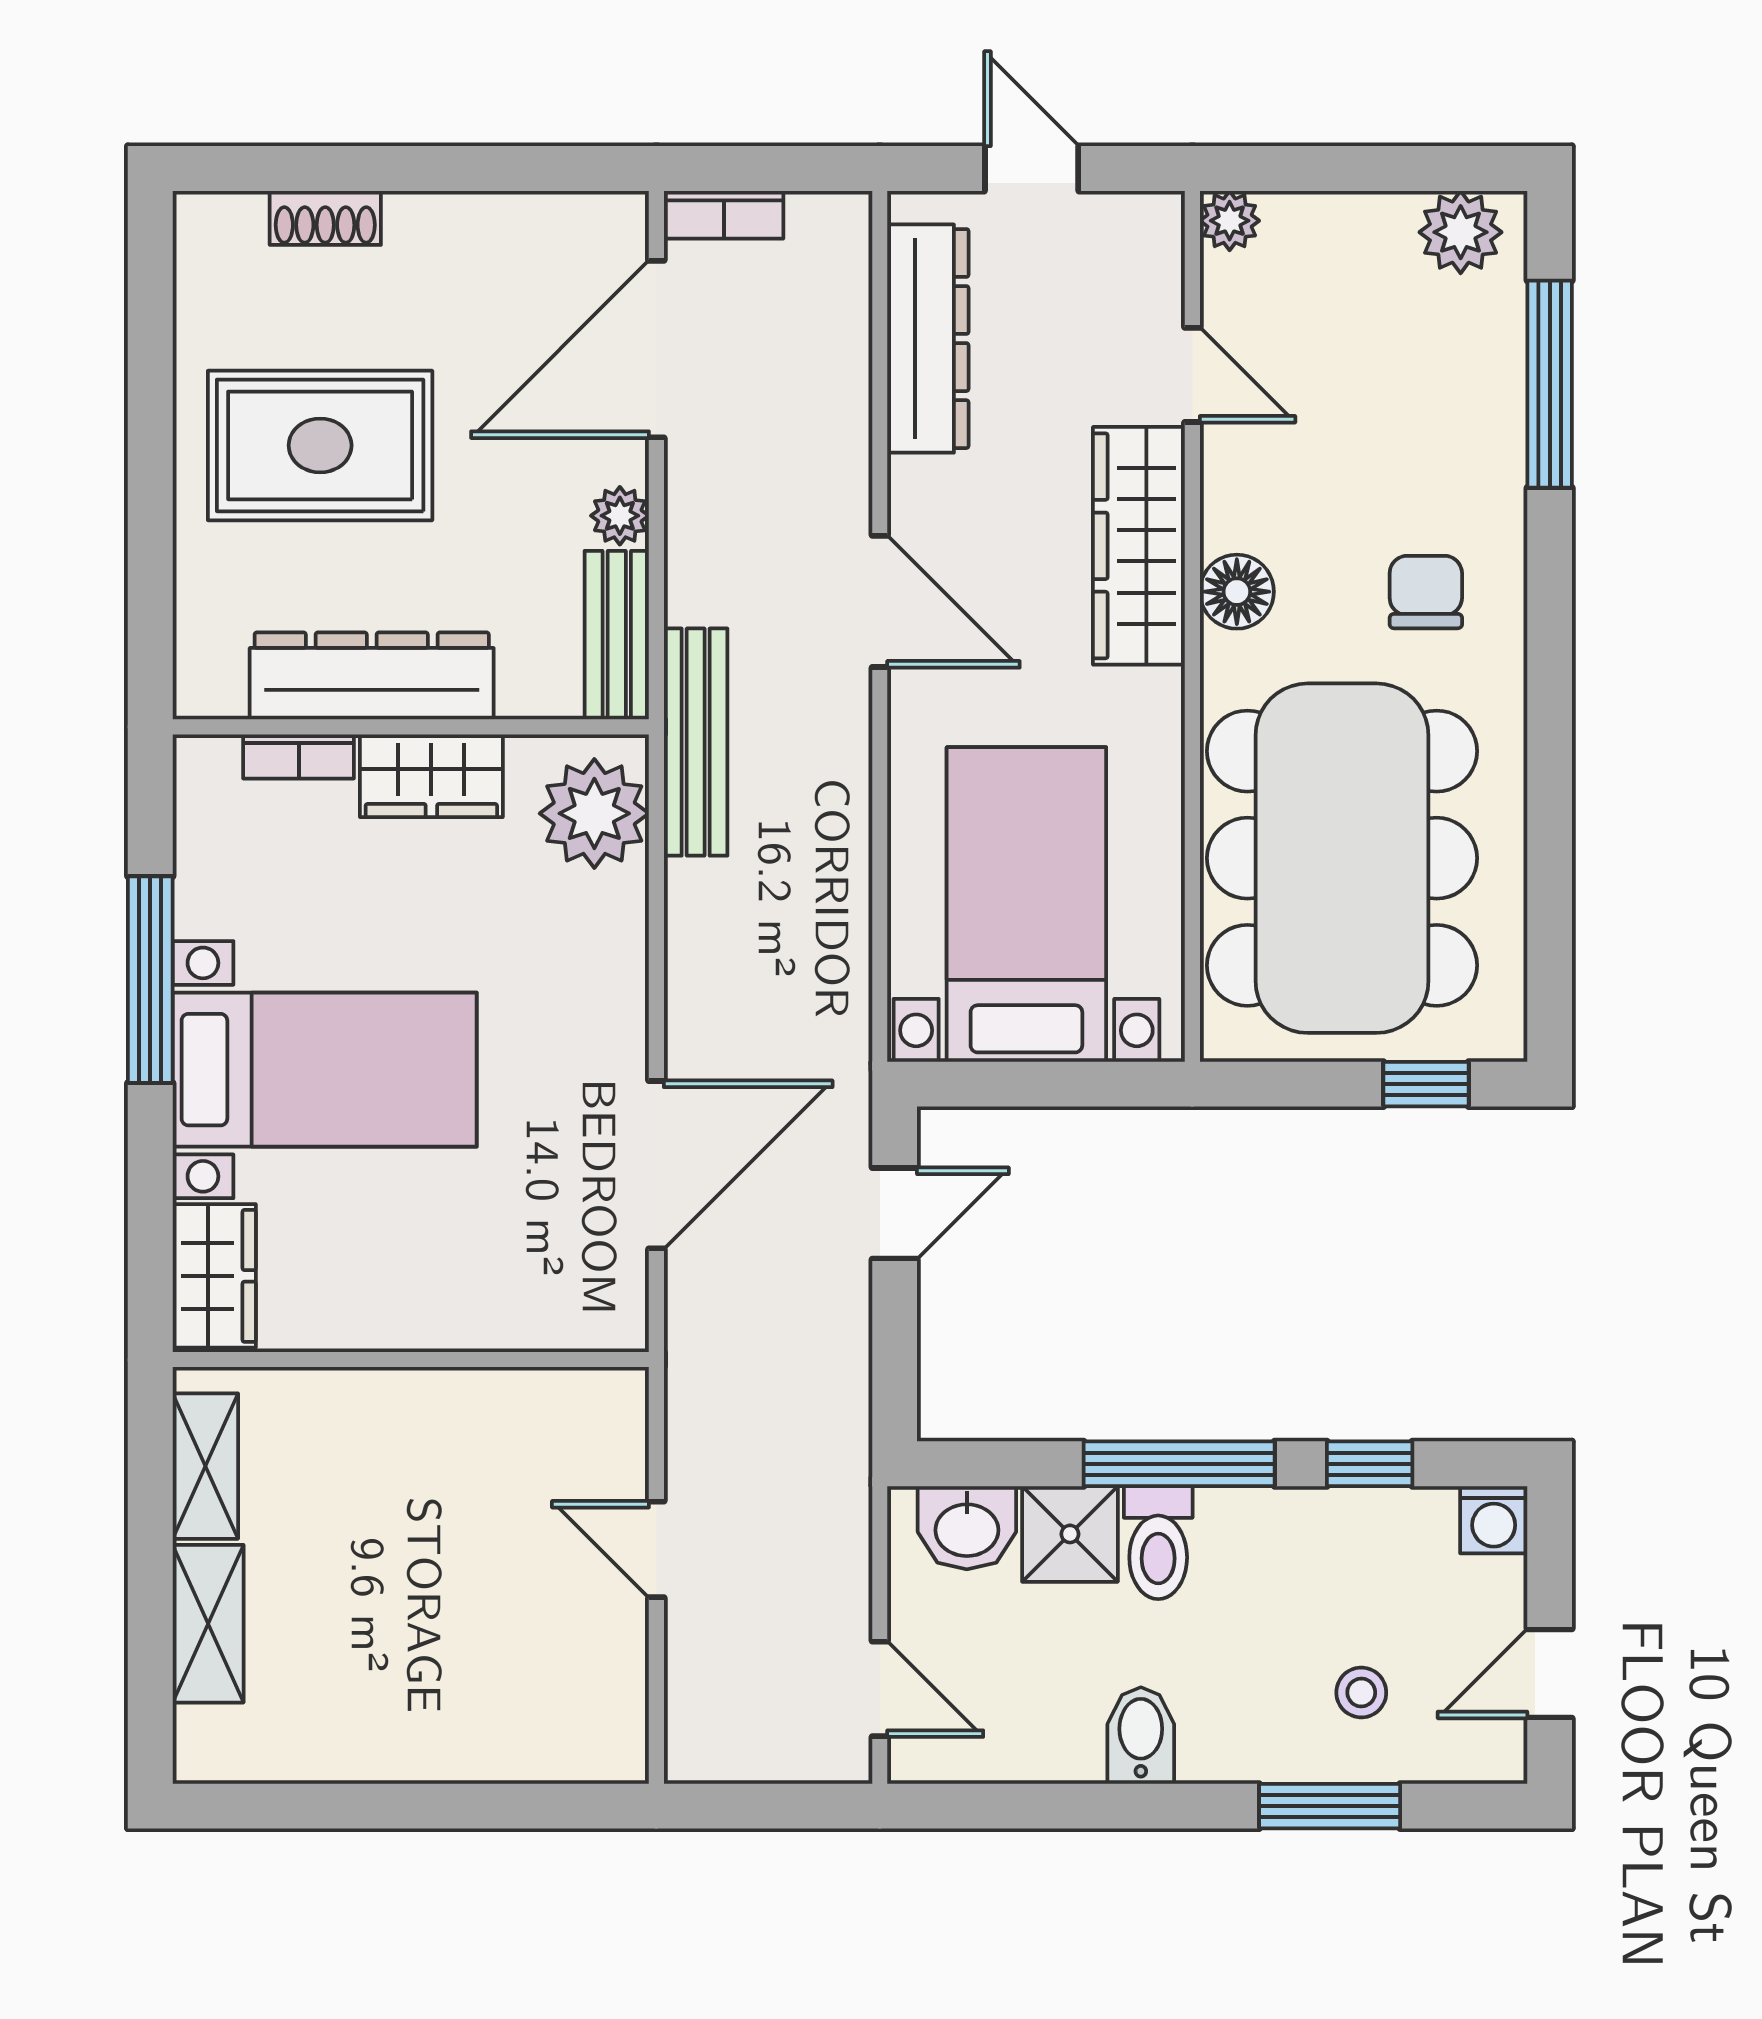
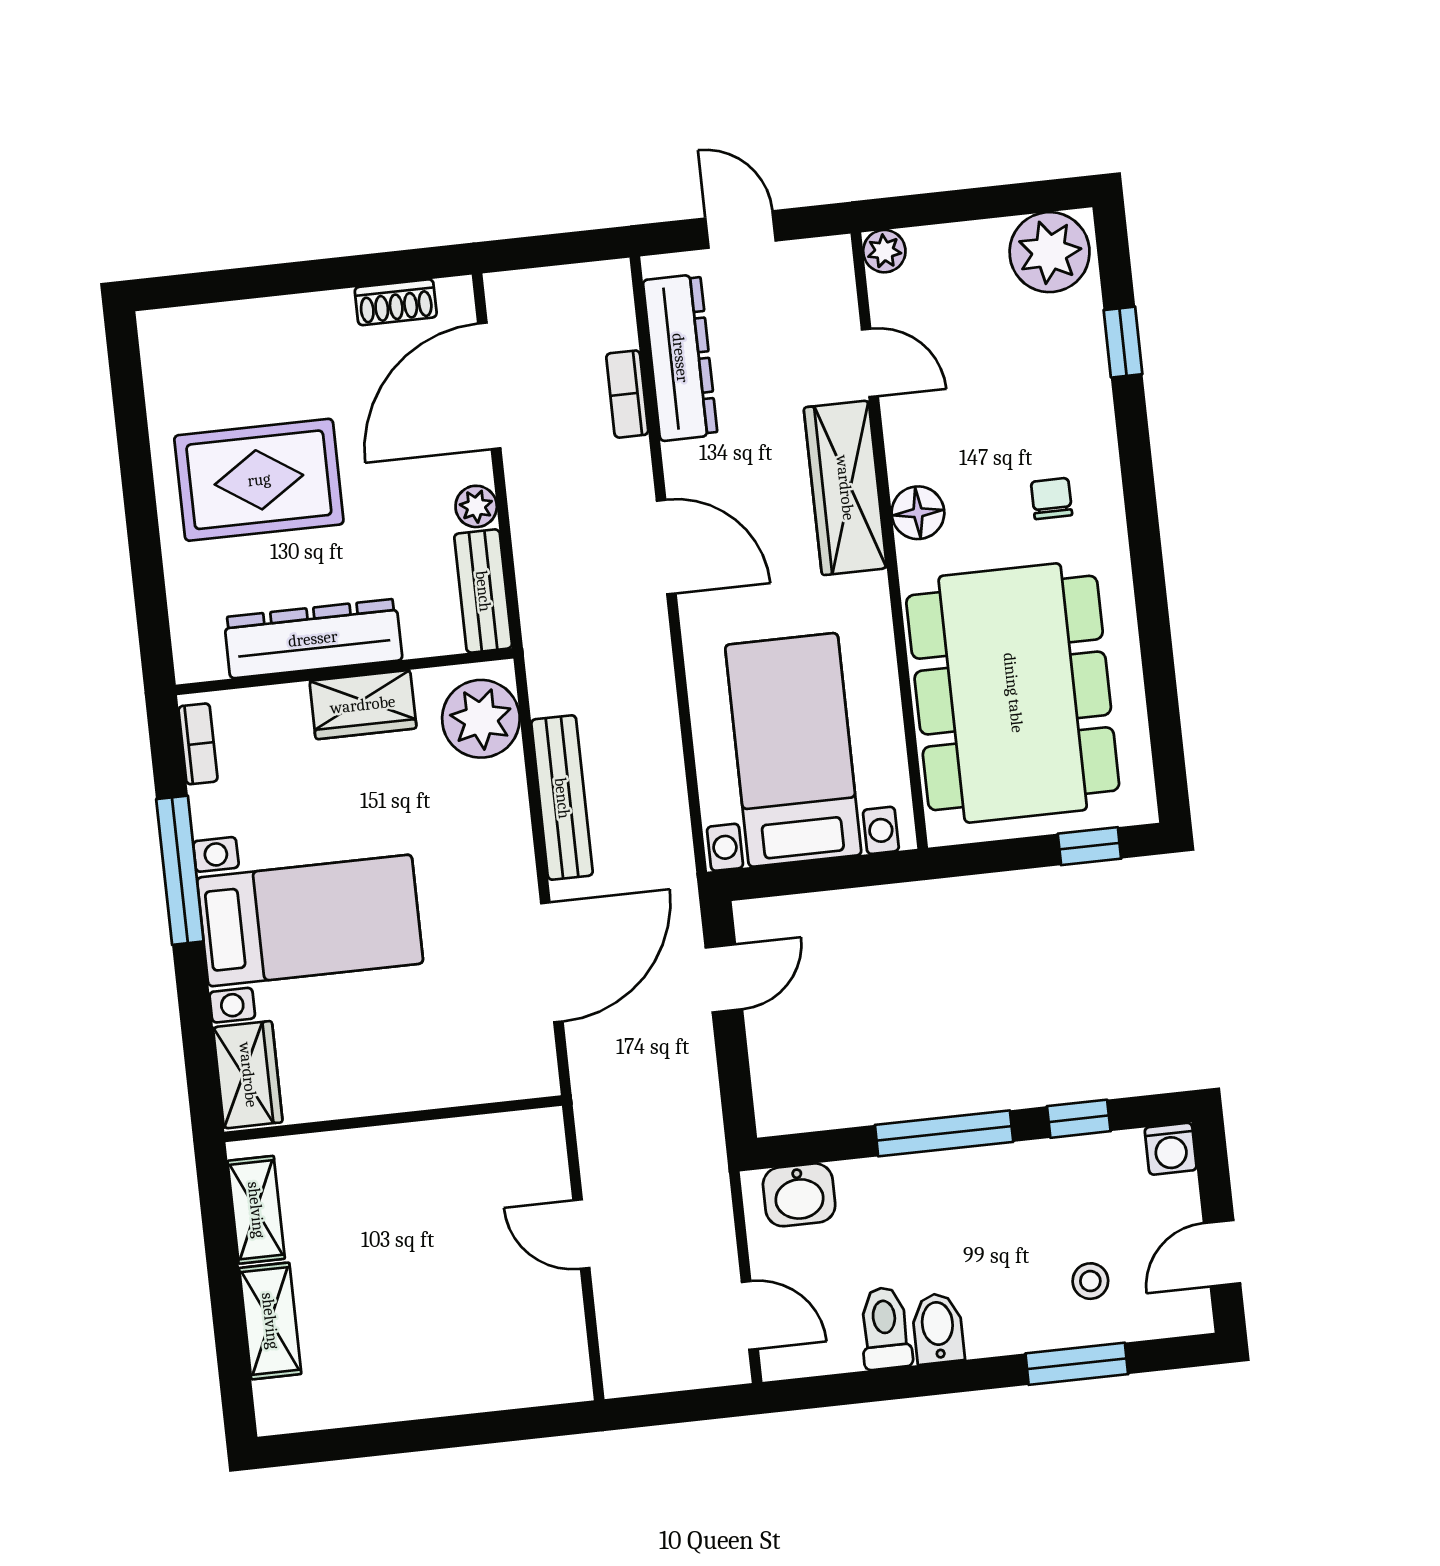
bookcase: (724, 215) -> (627, 394), moved, turned 90
shoe rack: (325, 218) -> (396, 302), moved
plant: (1461, 232) -> (1050, 252), width x1.36, depth x1.36
window: (1550, 384) -> (1123, 342), width x0.46
chair: (1426, 592) -> (1051, 498), width x0.73, depth x0.73
bench: (696, 742) -> (562, 798), moved
bookcase: (299, 756) -> (198, 744), moved, turned -90
shower: (1070, 1534) -> (872, 1191), removed
toilet: (1158, 1543) -> (885, 1328), moved, turned 180

